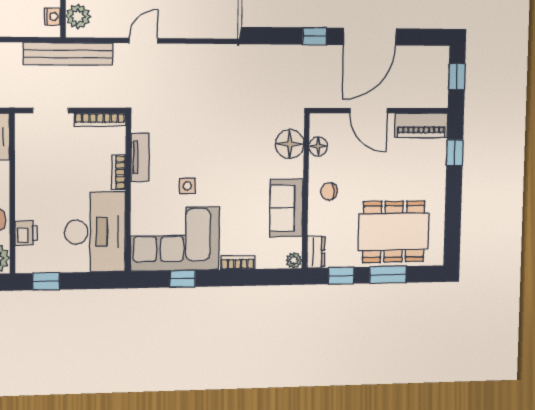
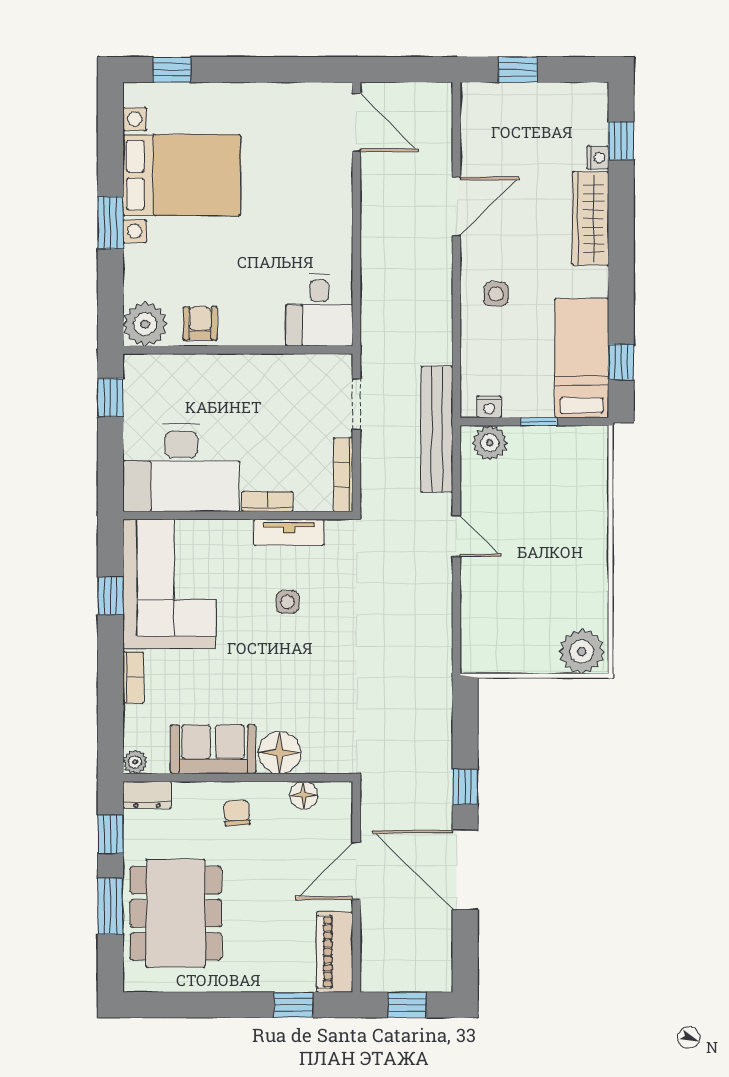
floor lamp: (290, 144) -> (280, 753), moved
side table: (187, 186) -> (288, 602), moved
printer: (26, 233) -> (181, 370), removed

